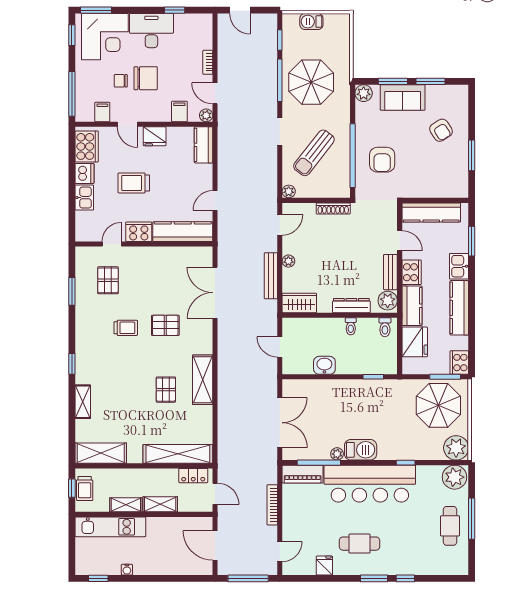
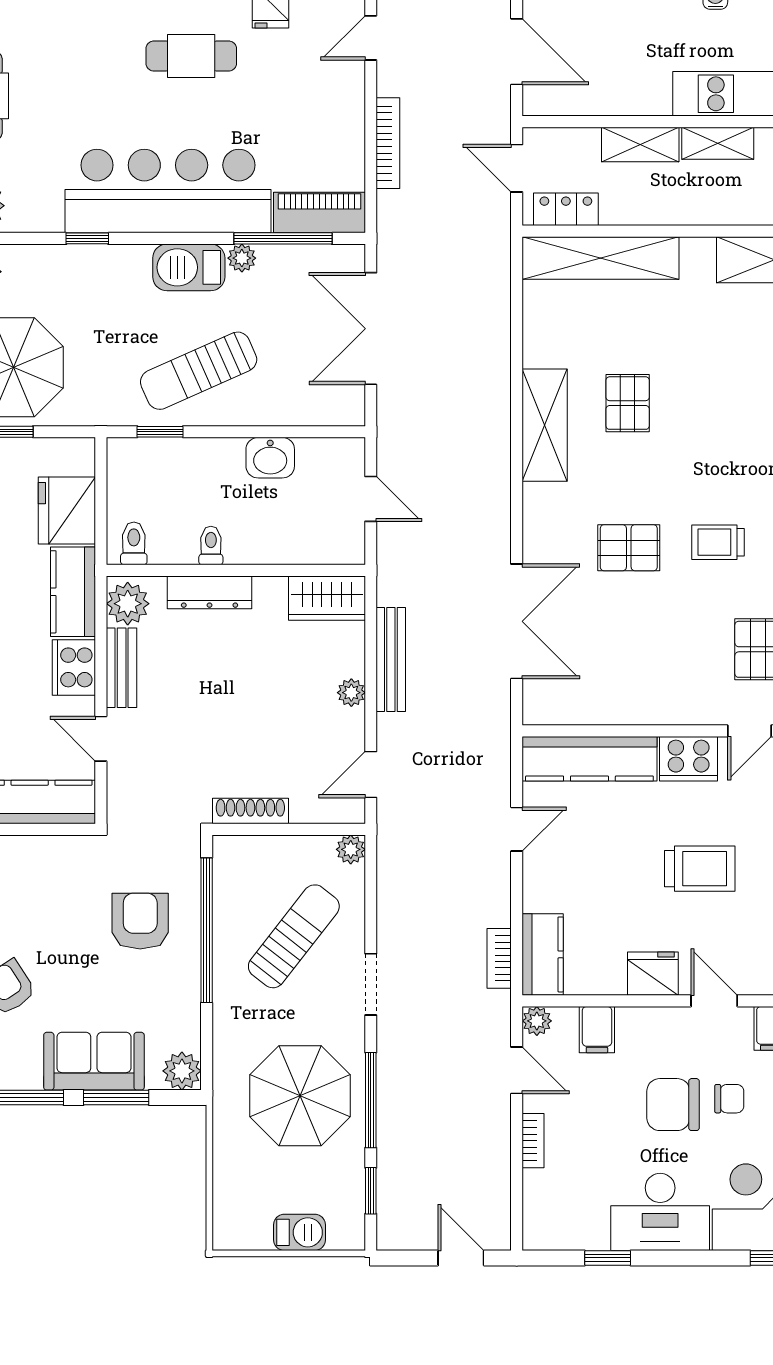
bookcase: (223, 143) -> (499, 958), added
sun lounger: (356, 404) -> (199, 371), added

